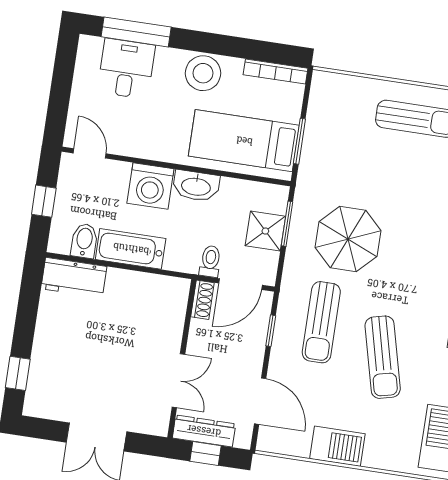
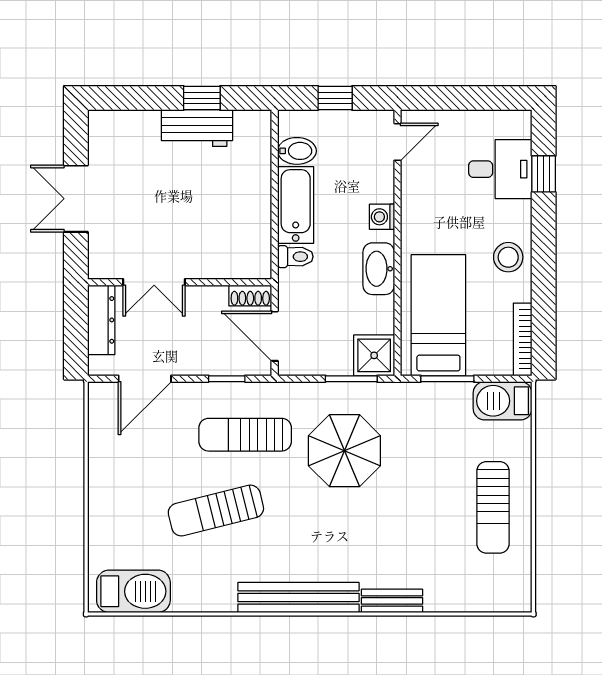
window: (136, 32) -> (544, 174), width x0.46
stool: (203, 73) -> (508, 257), width x0.73, depth x0.73
washing machine: (150, 186) -> (382, 217), width x0.53, depth x0.53
shower: (265, 231) -> (374, 355), moved
toilet: (210, 261) -> (295, 257), moved
workbench: (74, 278) -> (197, 128), moved, turned -90
window: (18, 373) -> (202, 98), moved
barbecue: (337, 446) -> (503, 401), moved, turned 90
window: (206, 453) -> (76, 326), removed

